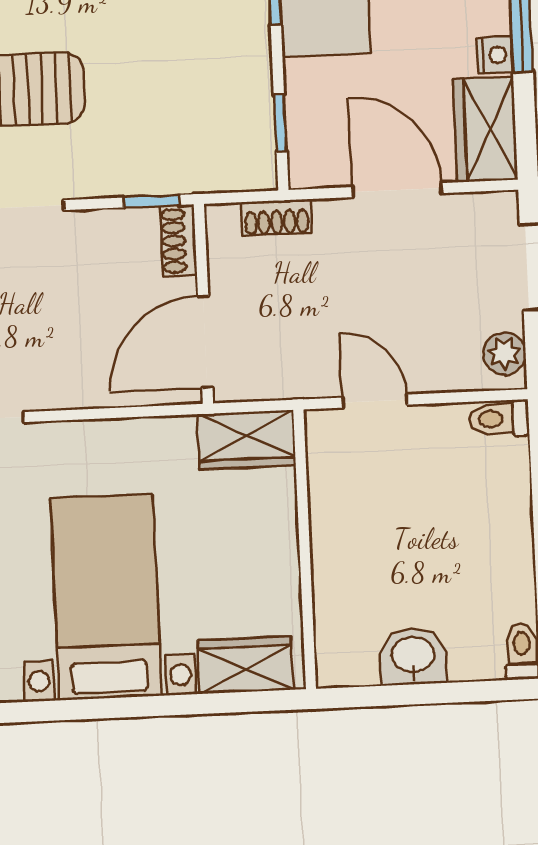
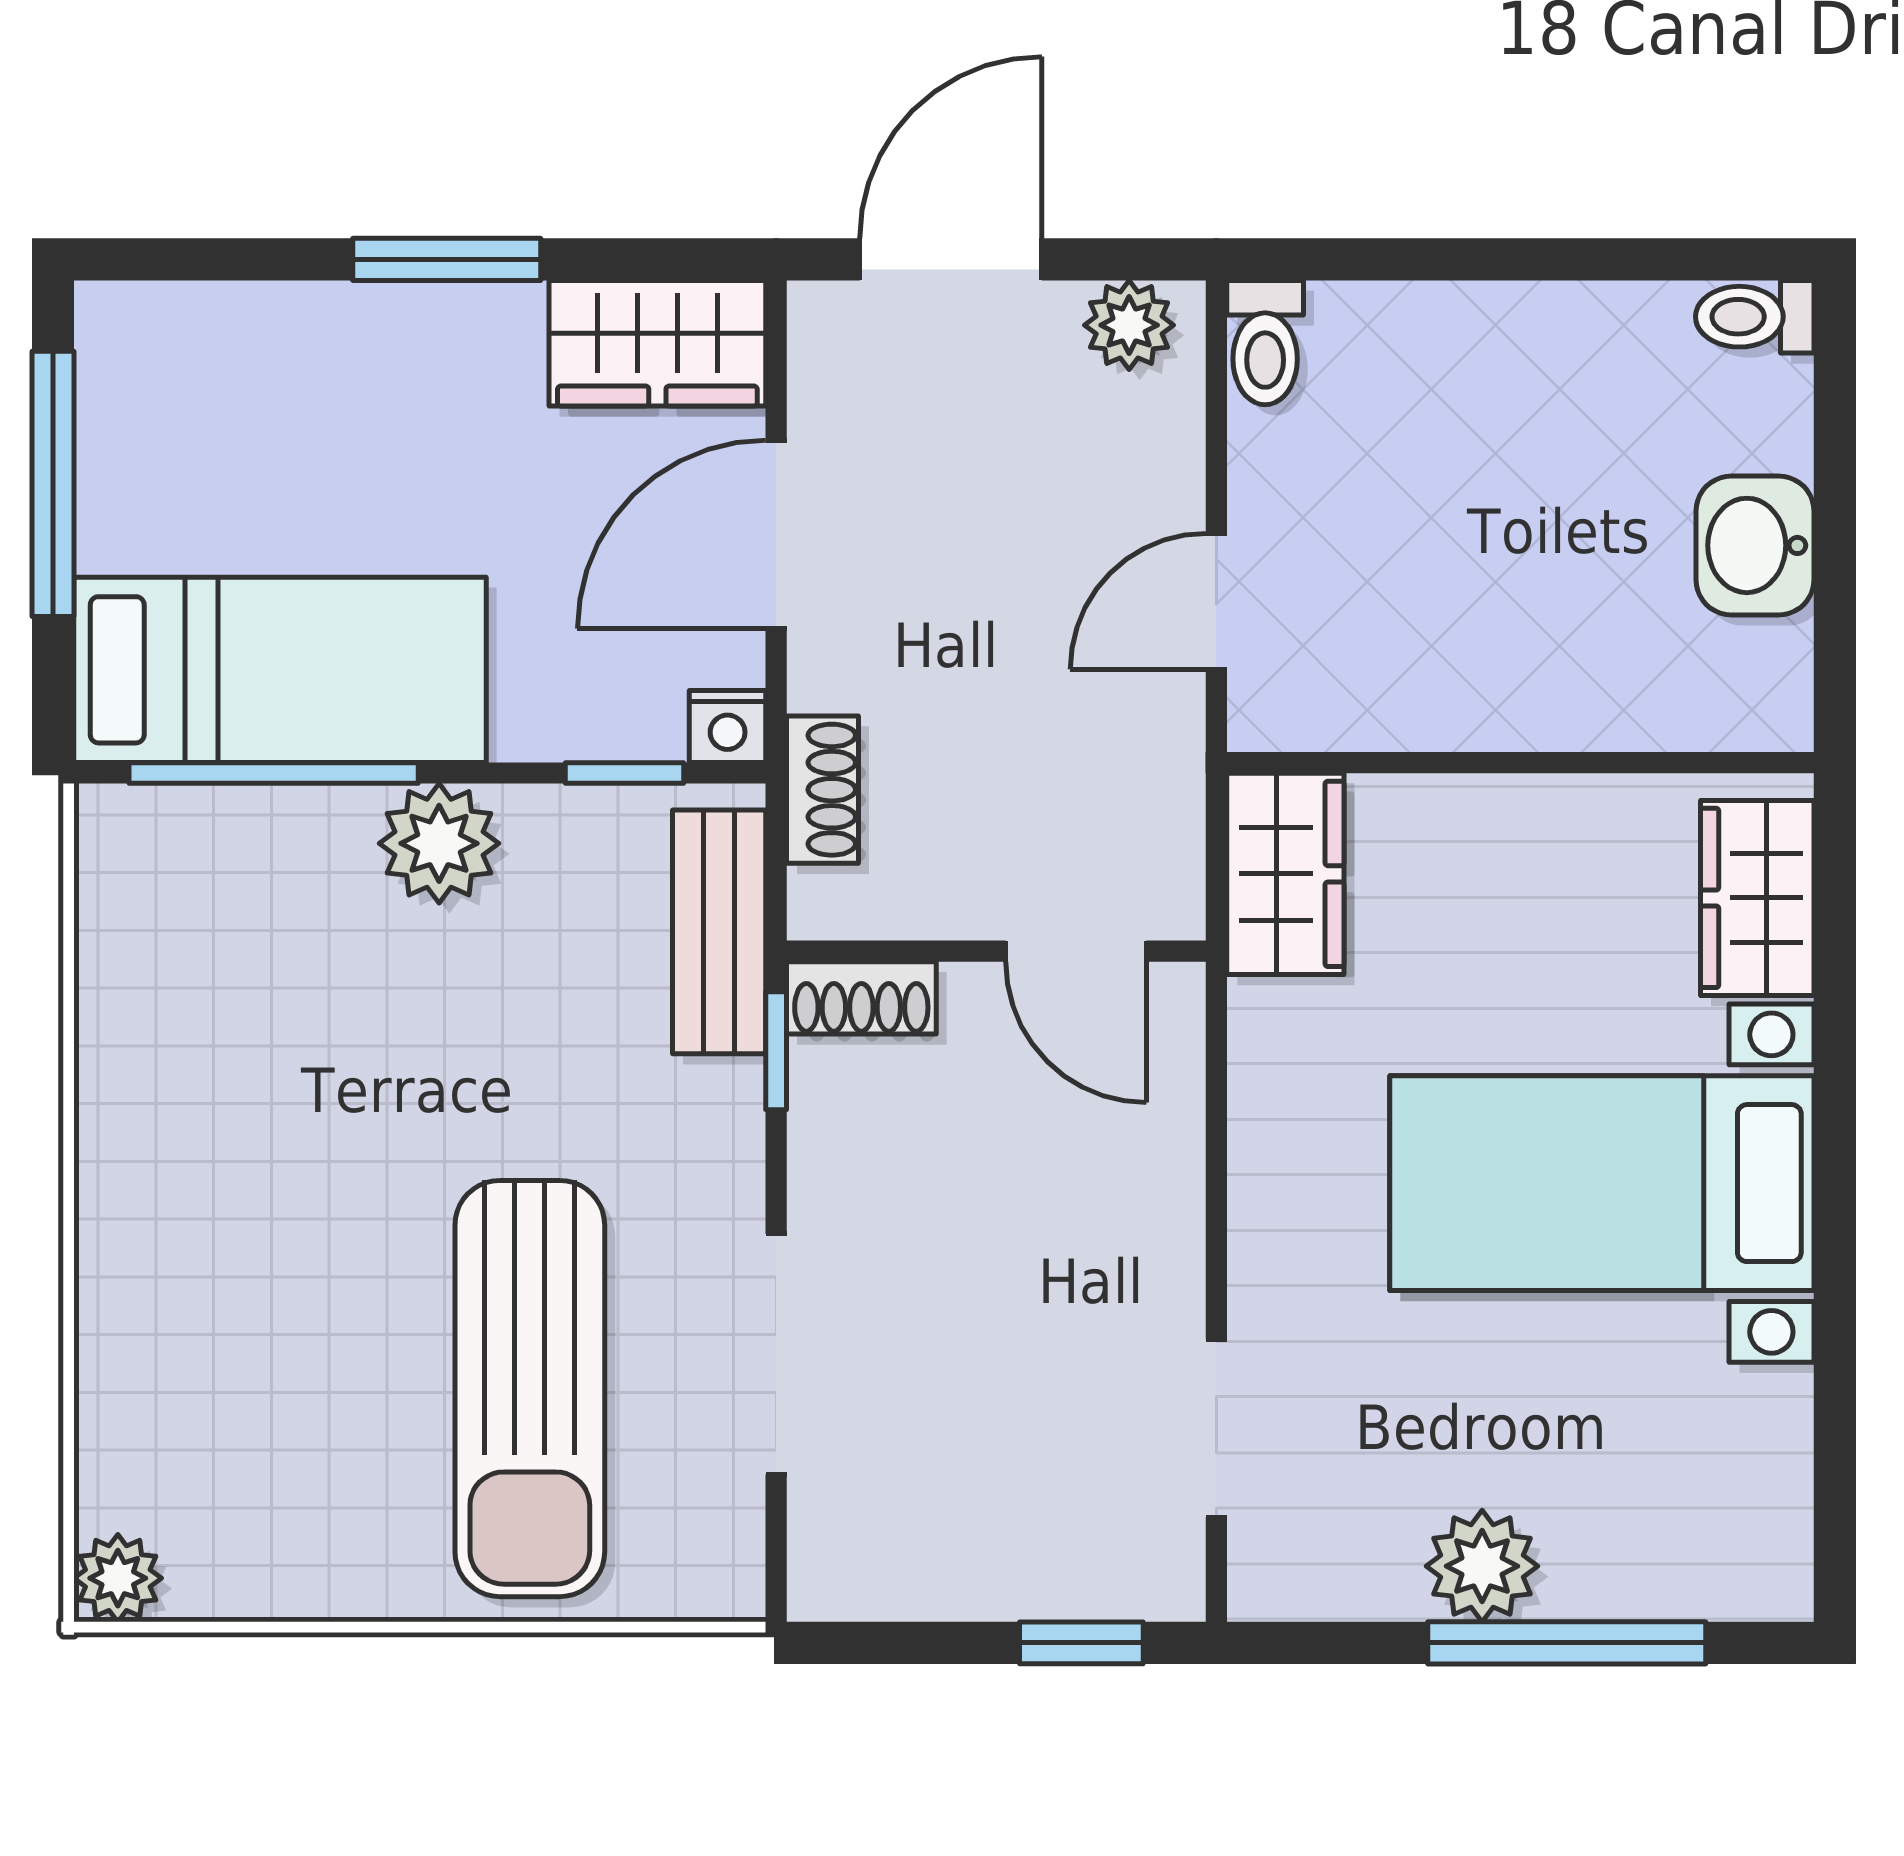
plant: (243, 36) -> (439, 843), added
nightstand: (495, 55) -> (728, 726), moved, turned 180
bench: (207, 171) -> (719, 932), added
door: (205, 342) -> (1076, 951), width x0.73

